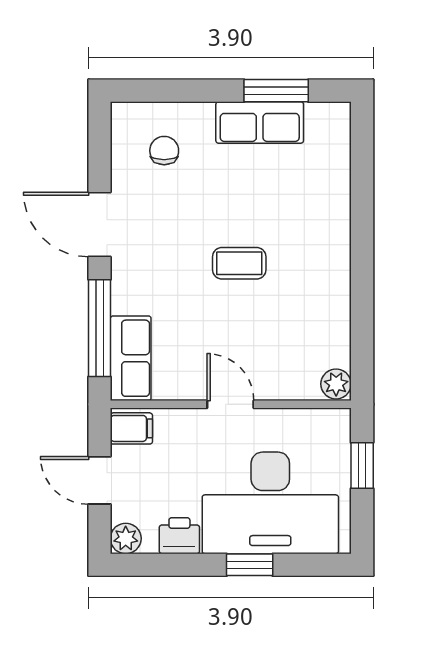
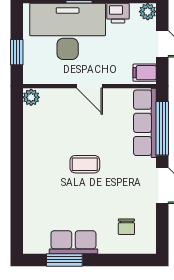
row of seats: (131, 358) -> (145, 123), width x1.48

